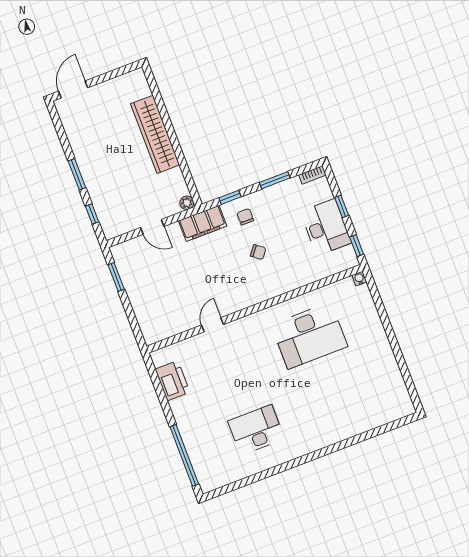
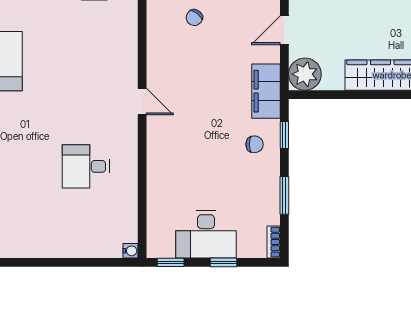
plant: (187, 203) -> (305, 74), width x1.88, depth x1.88
chair: (258, 252) -> (194, 18), moved
door: (213, 325) -> (142, 101), moved
desk: (309, 336) -> (86, 166), width x0.53, depth x0.77

